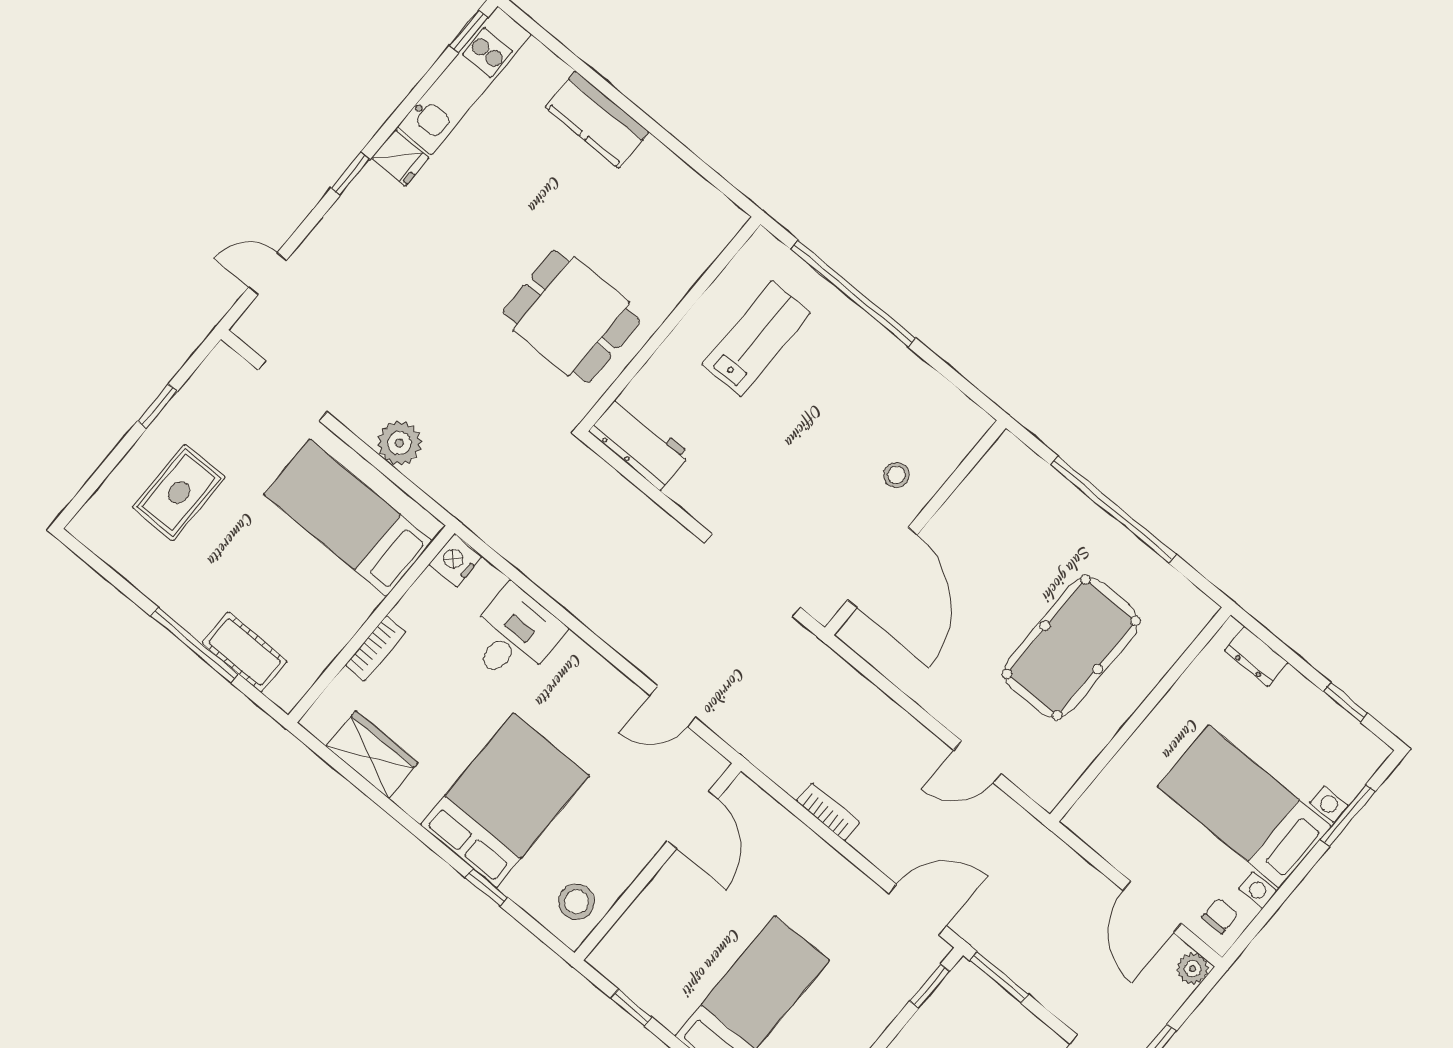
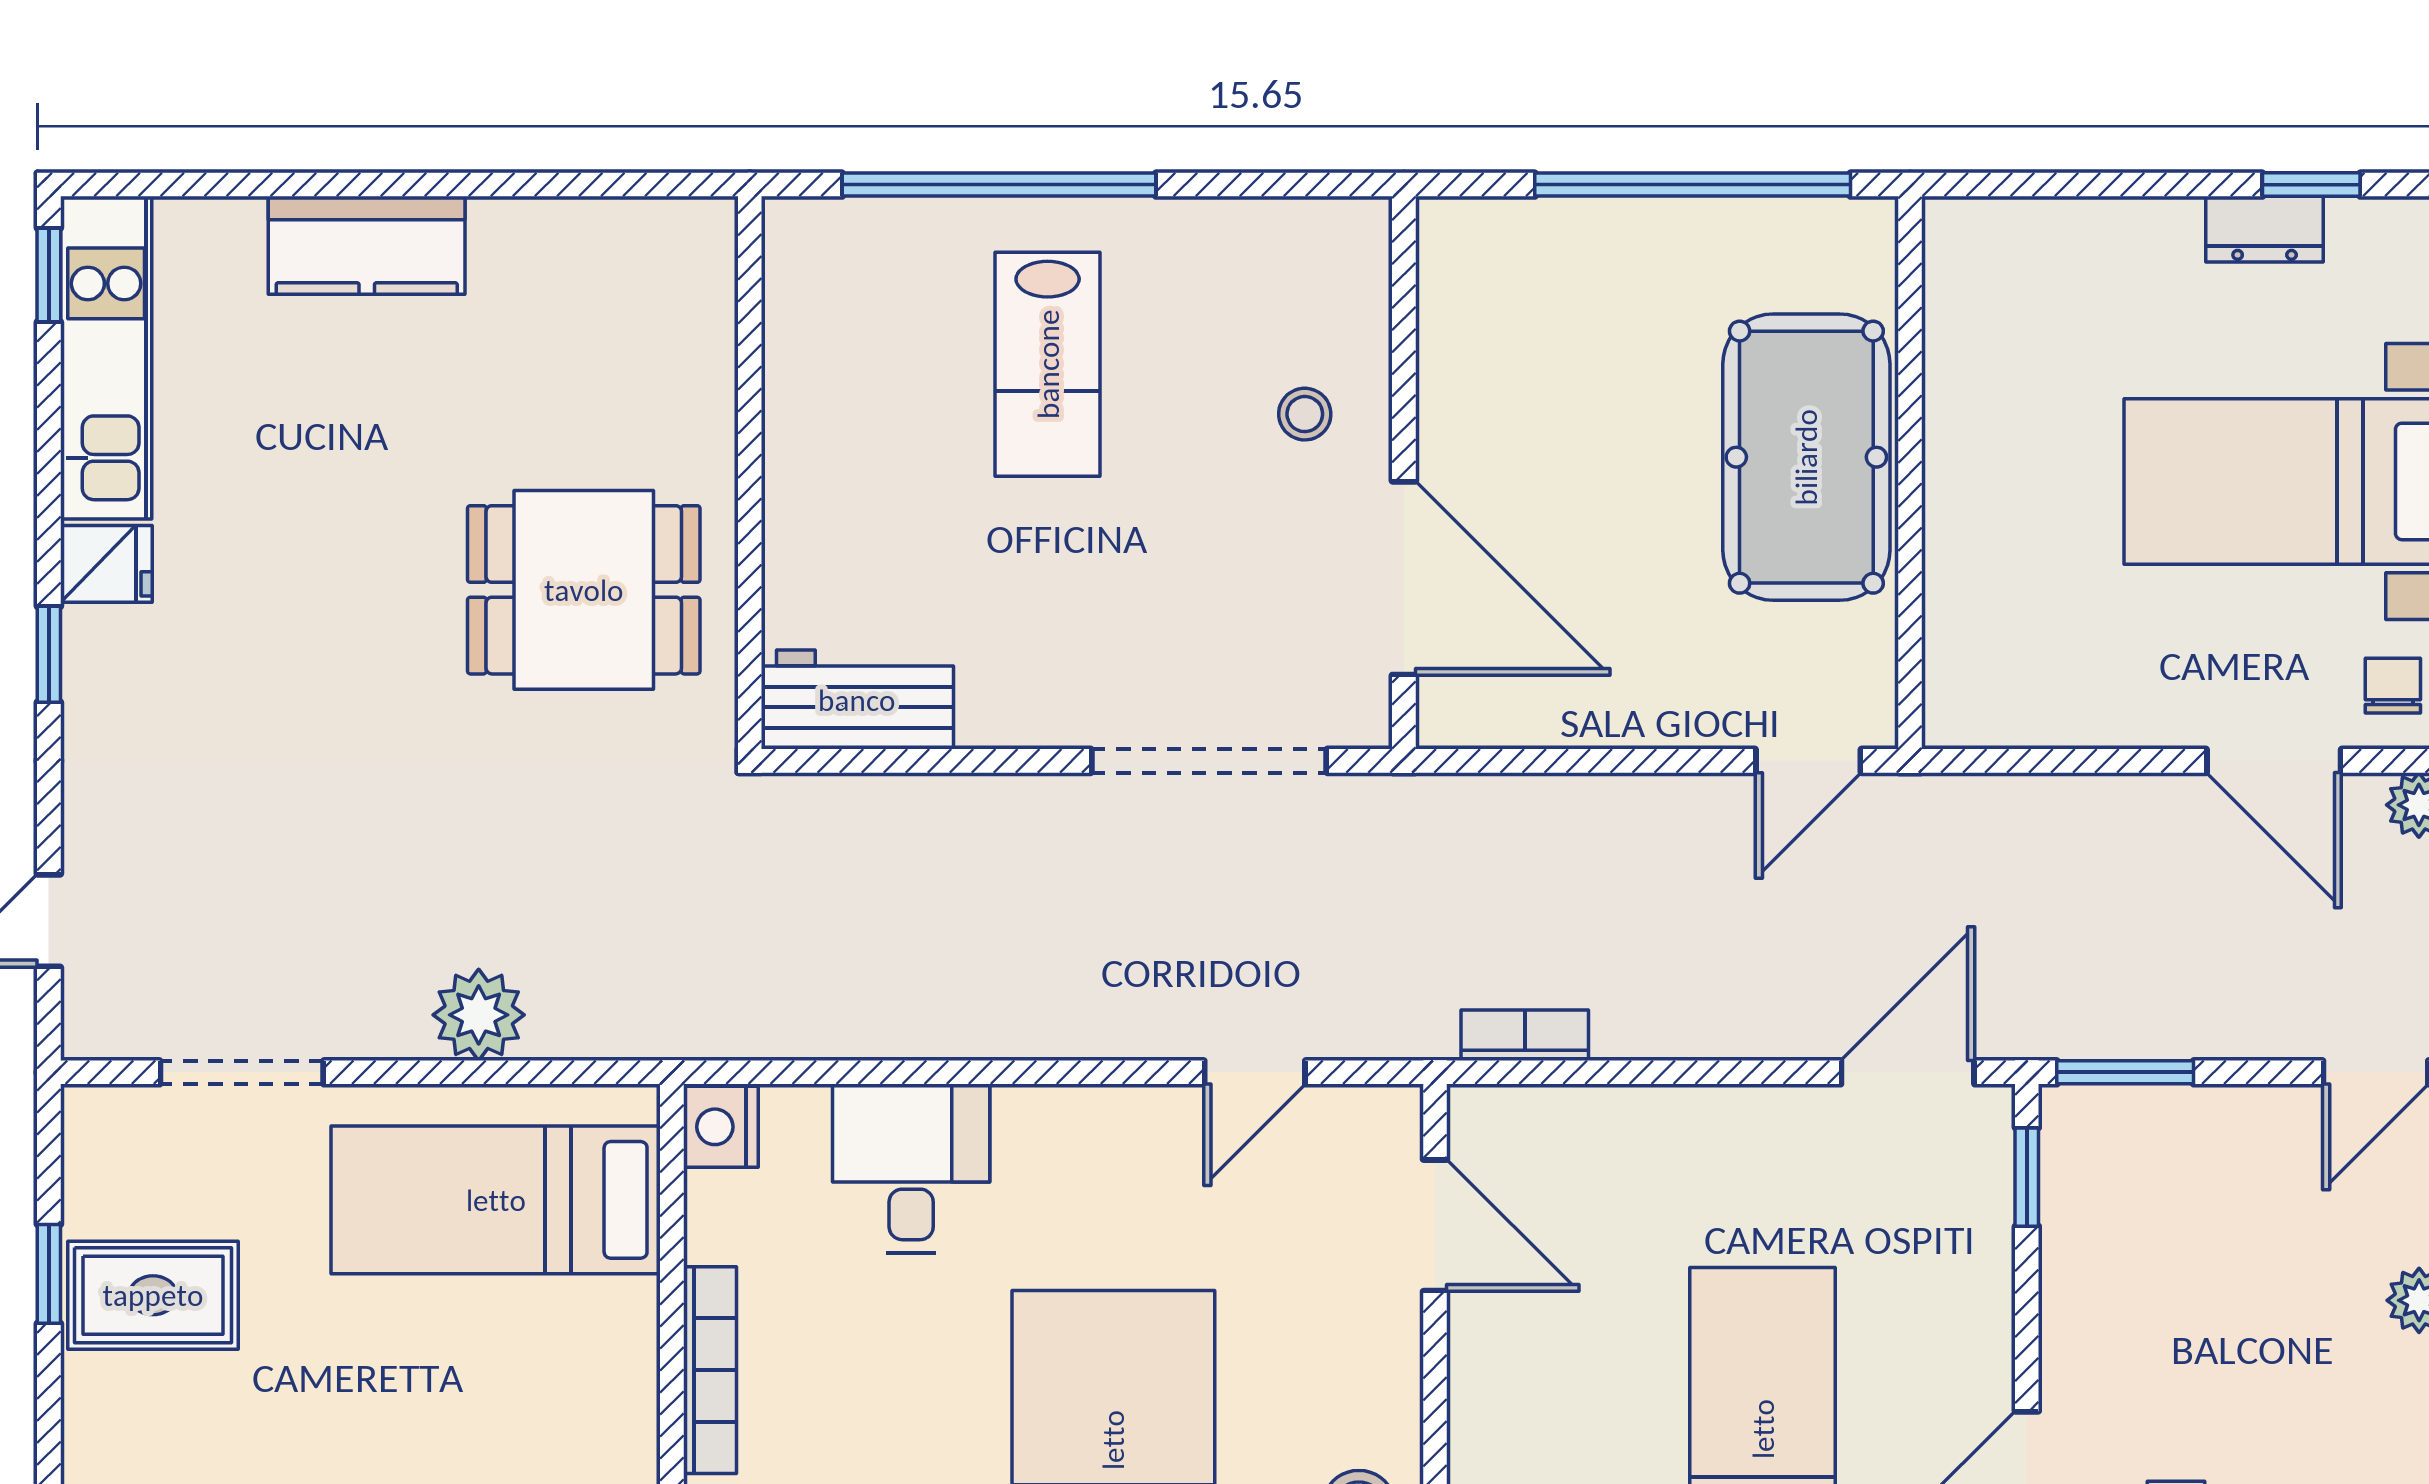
lab bench: (756, 339) -> (1048, 364), moved, turned 180
rug: (179, 492) -> (153, 1295), moved, turned 90
bookcase: (375, 648) -> (710, 1370), width x1.56
dresser: (1256, 656) -> (2265, 229), moved
wall: (1140, 715) -> (1910, 473), moved
bookcase: (828, 812) -> (1525, 1035), moved

